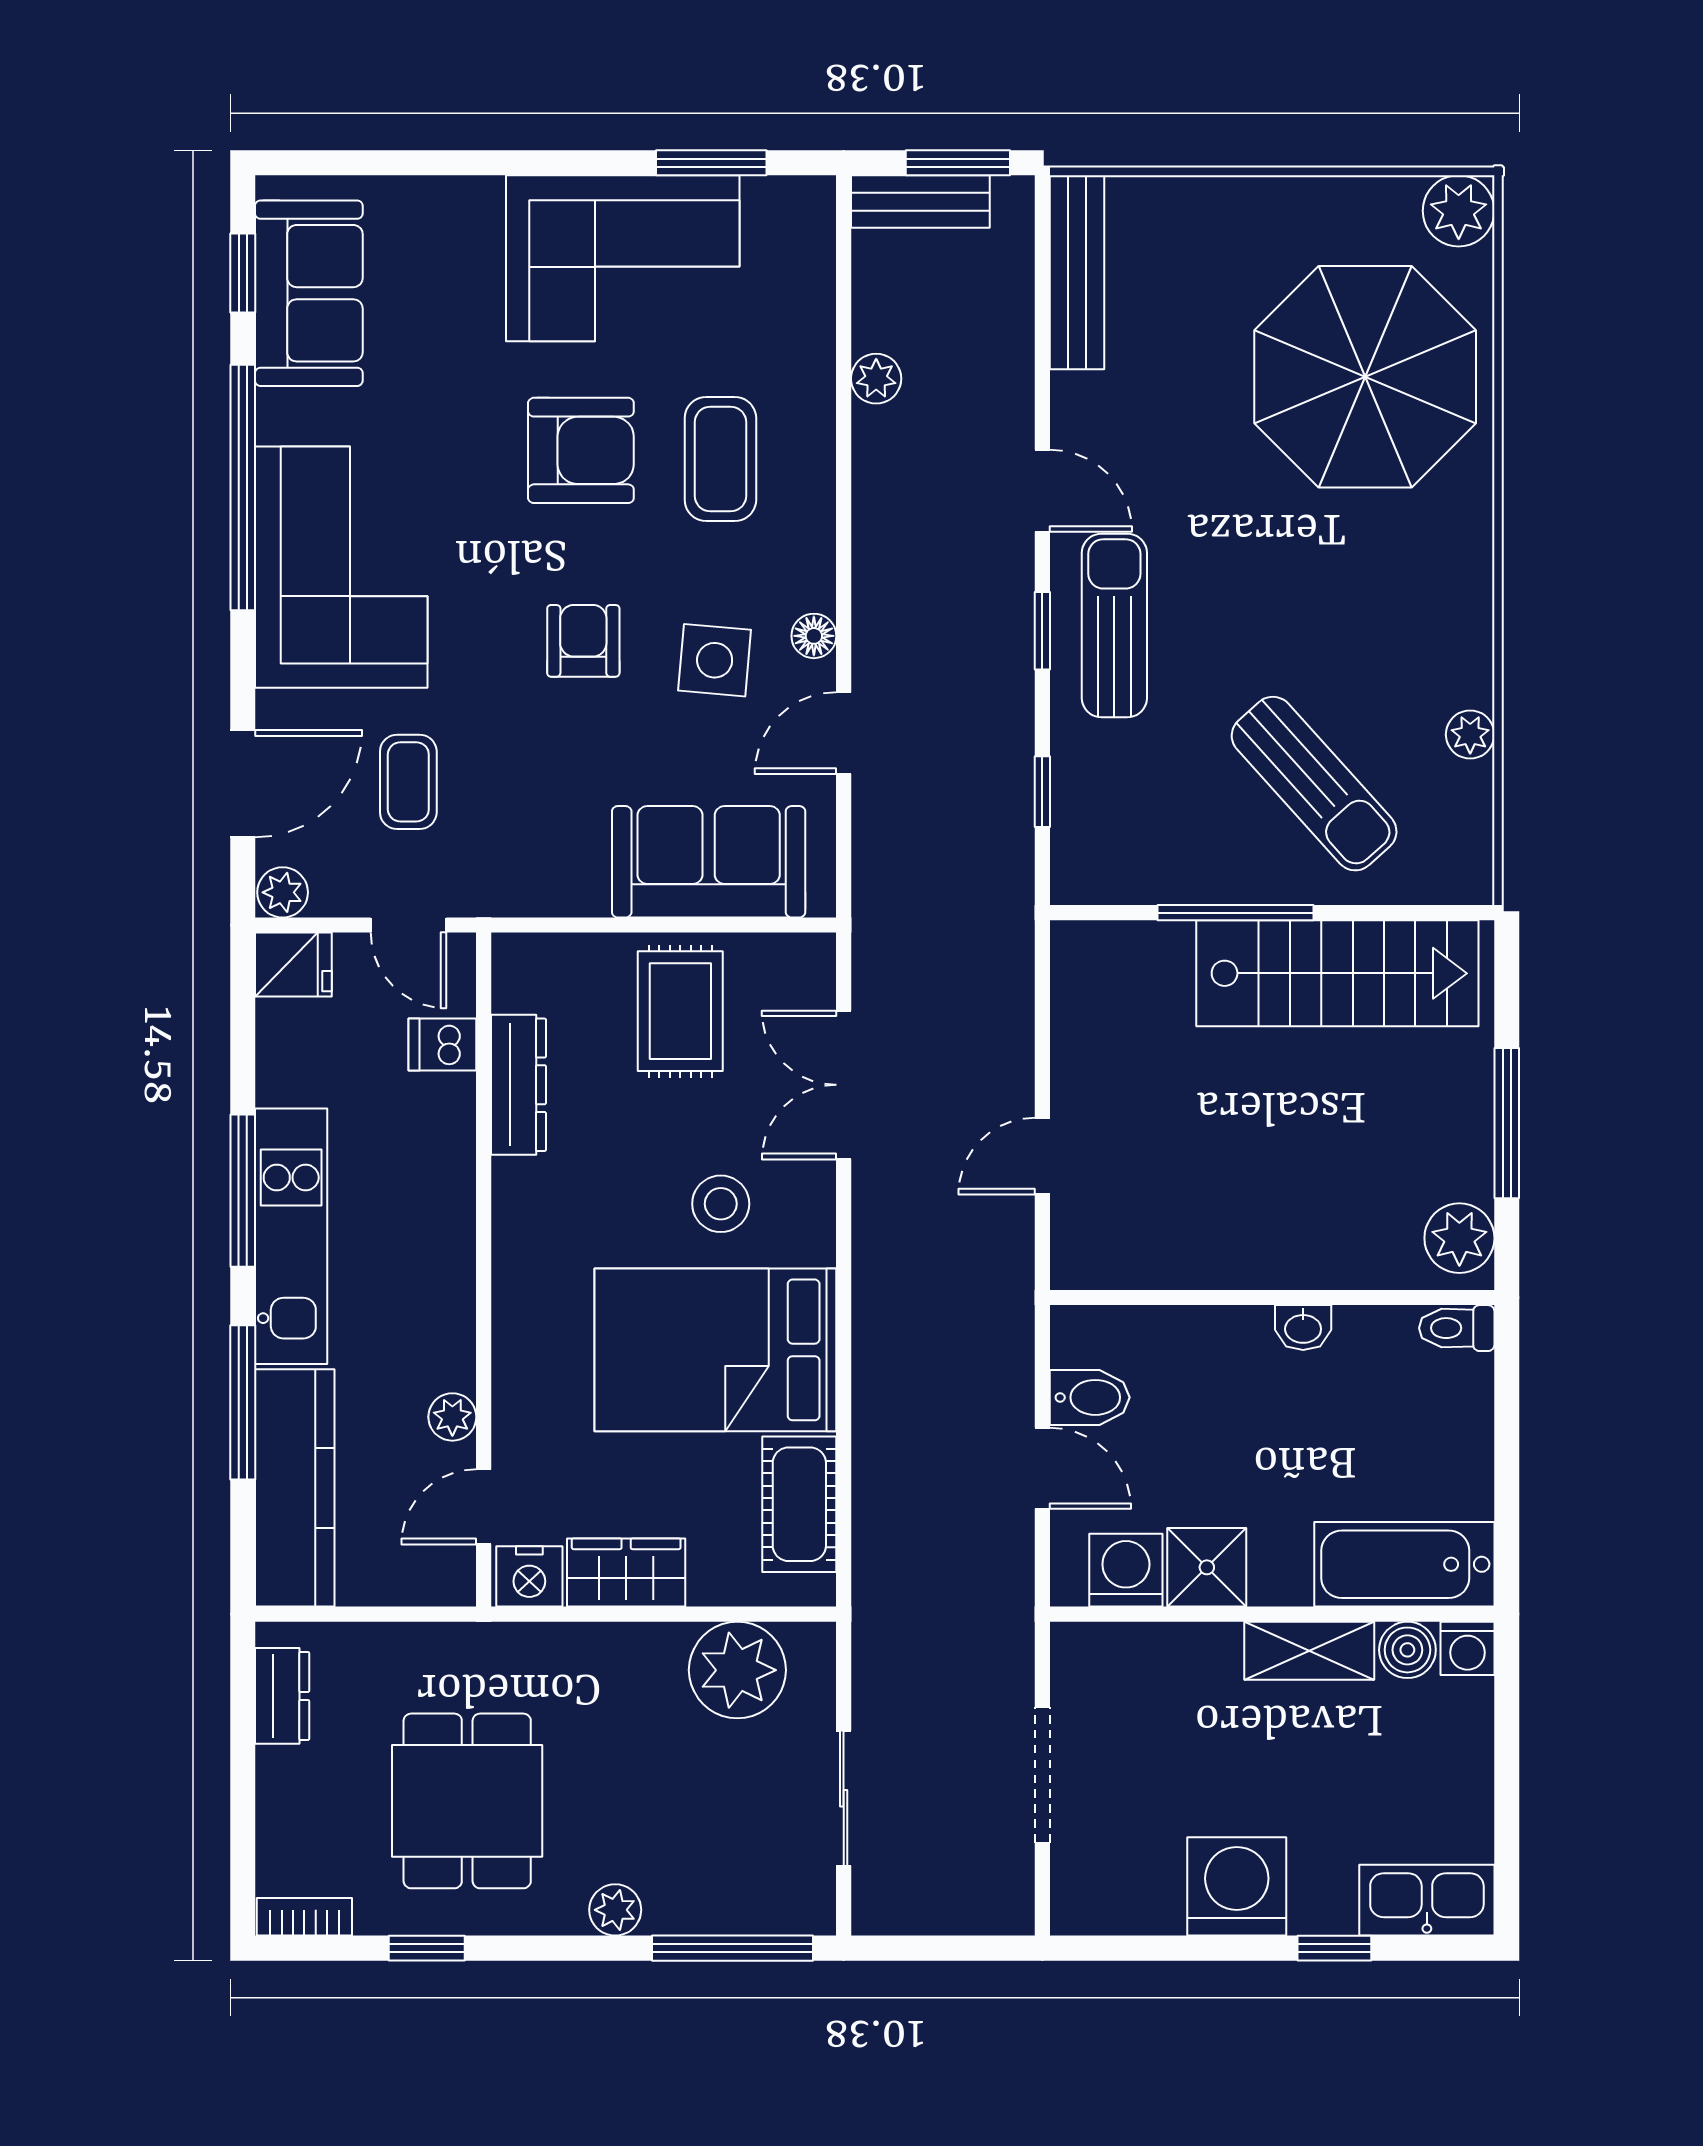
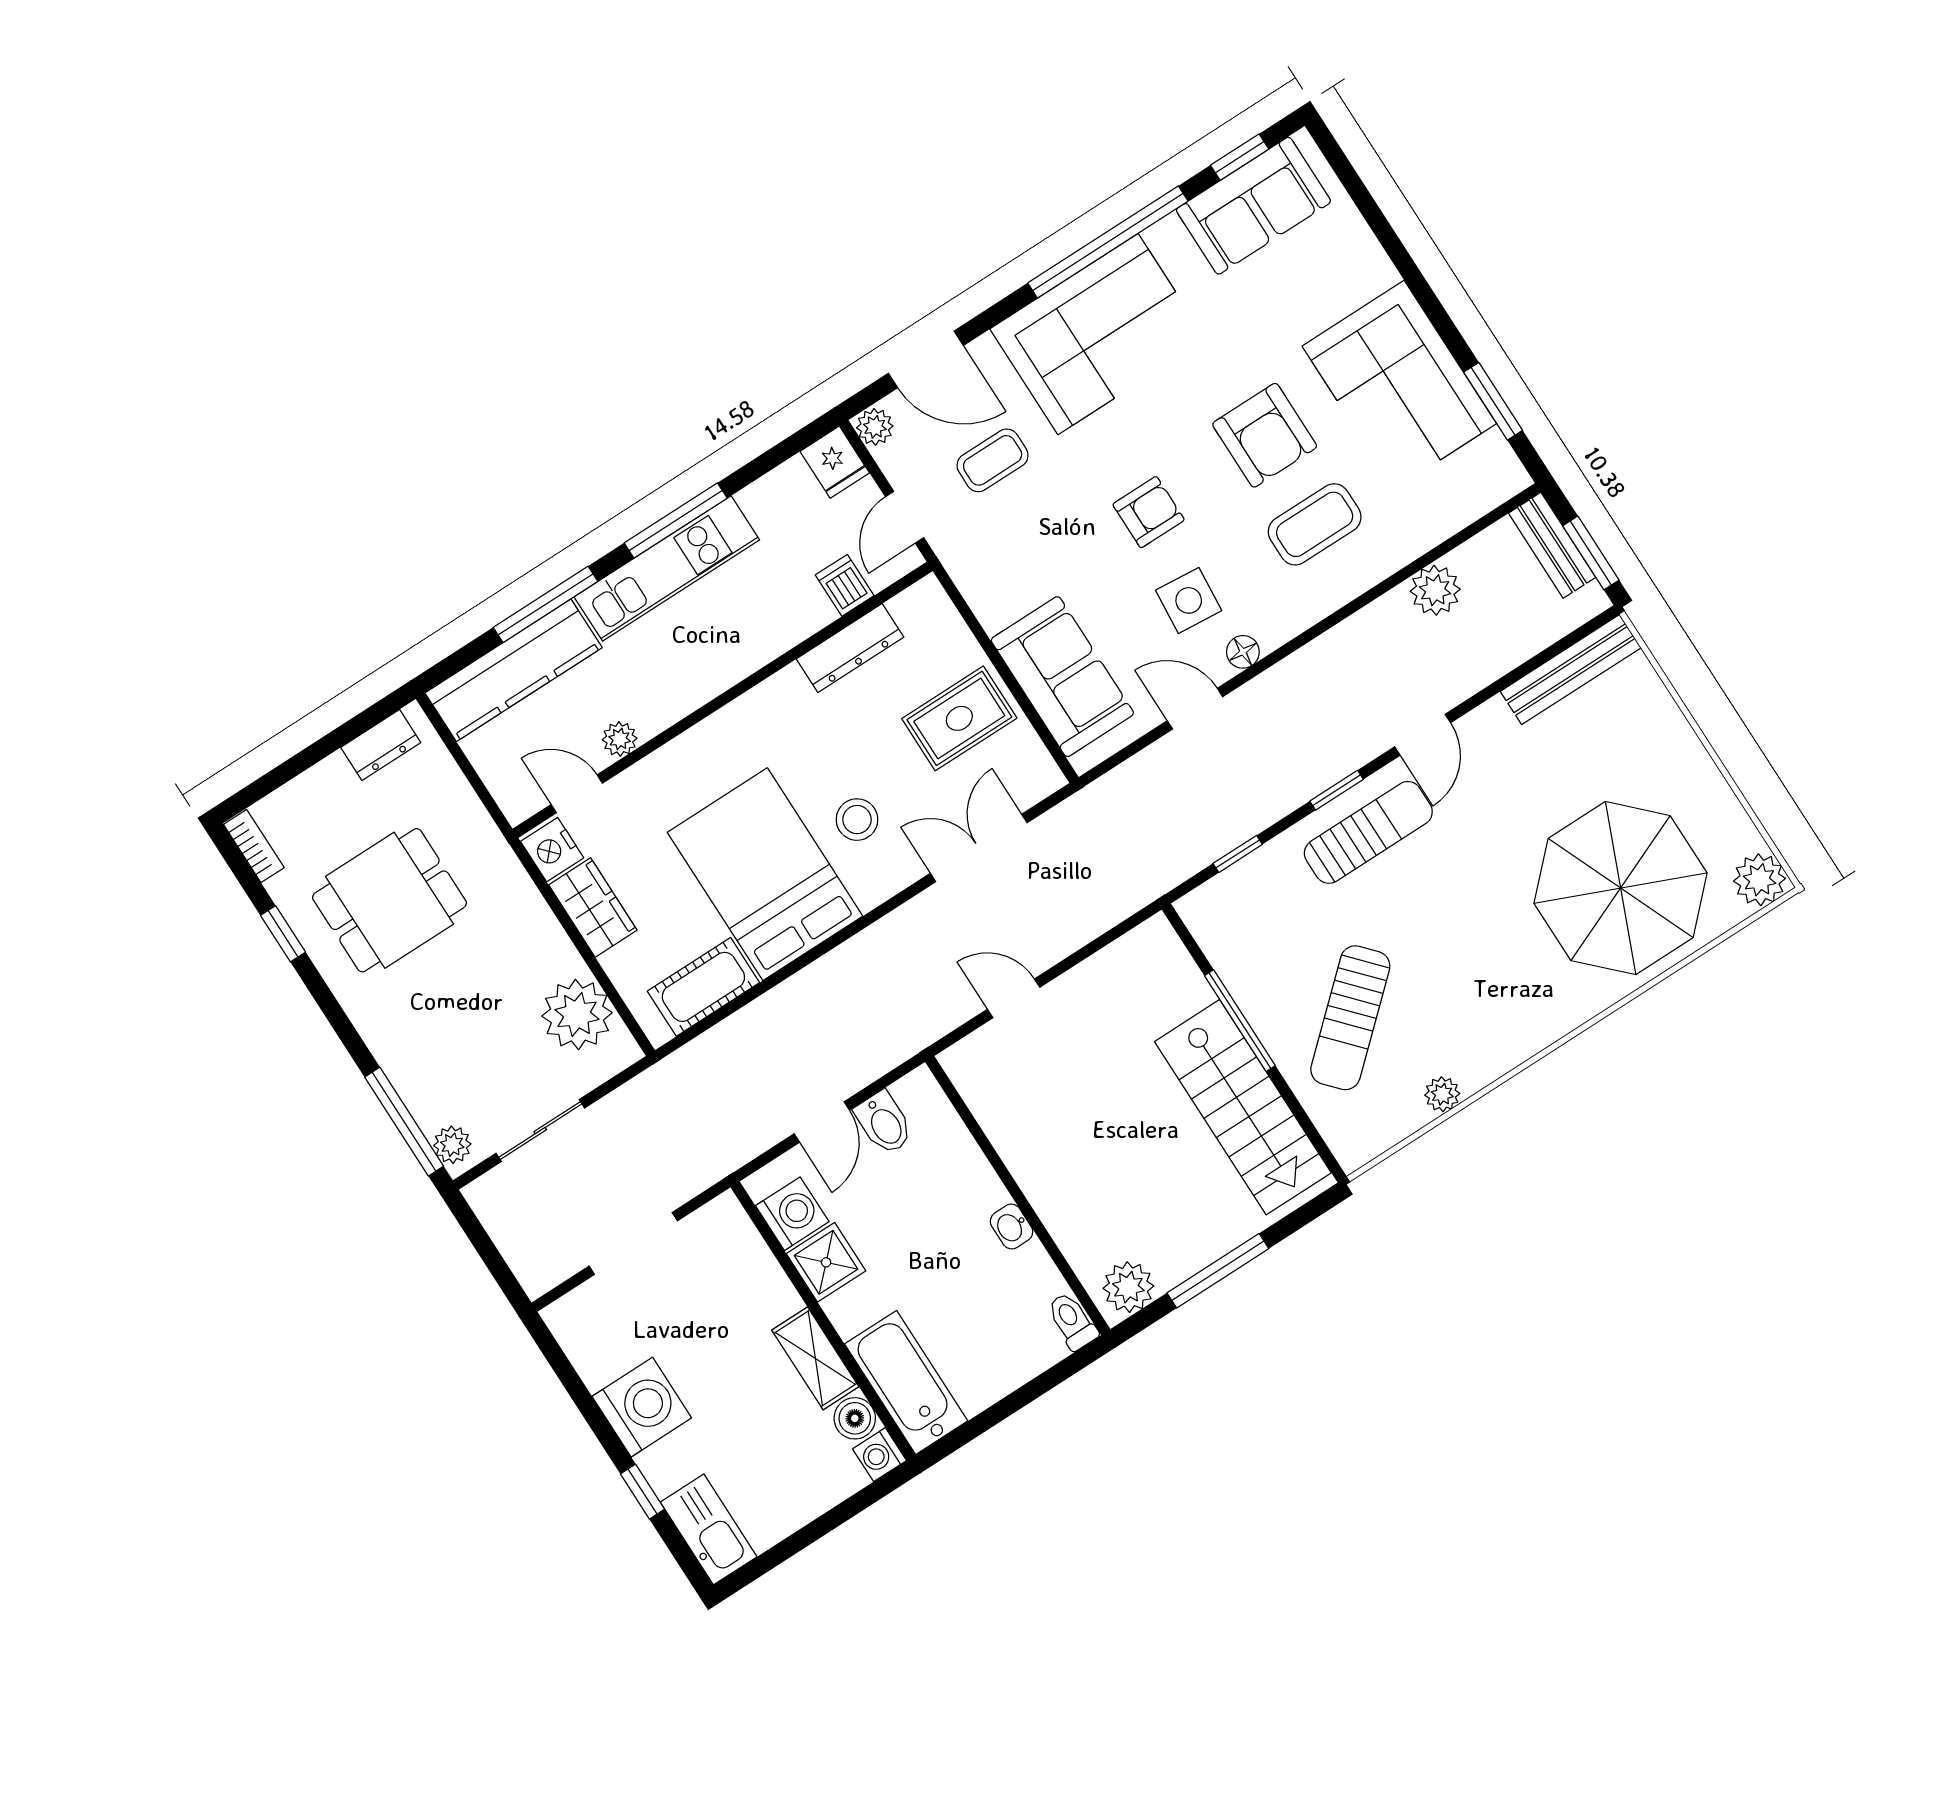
plant: (876, 379) -> (1435, 590), width x1.38, depth x1.38
plant: (615, 1910) -> (452, 1145), moved

